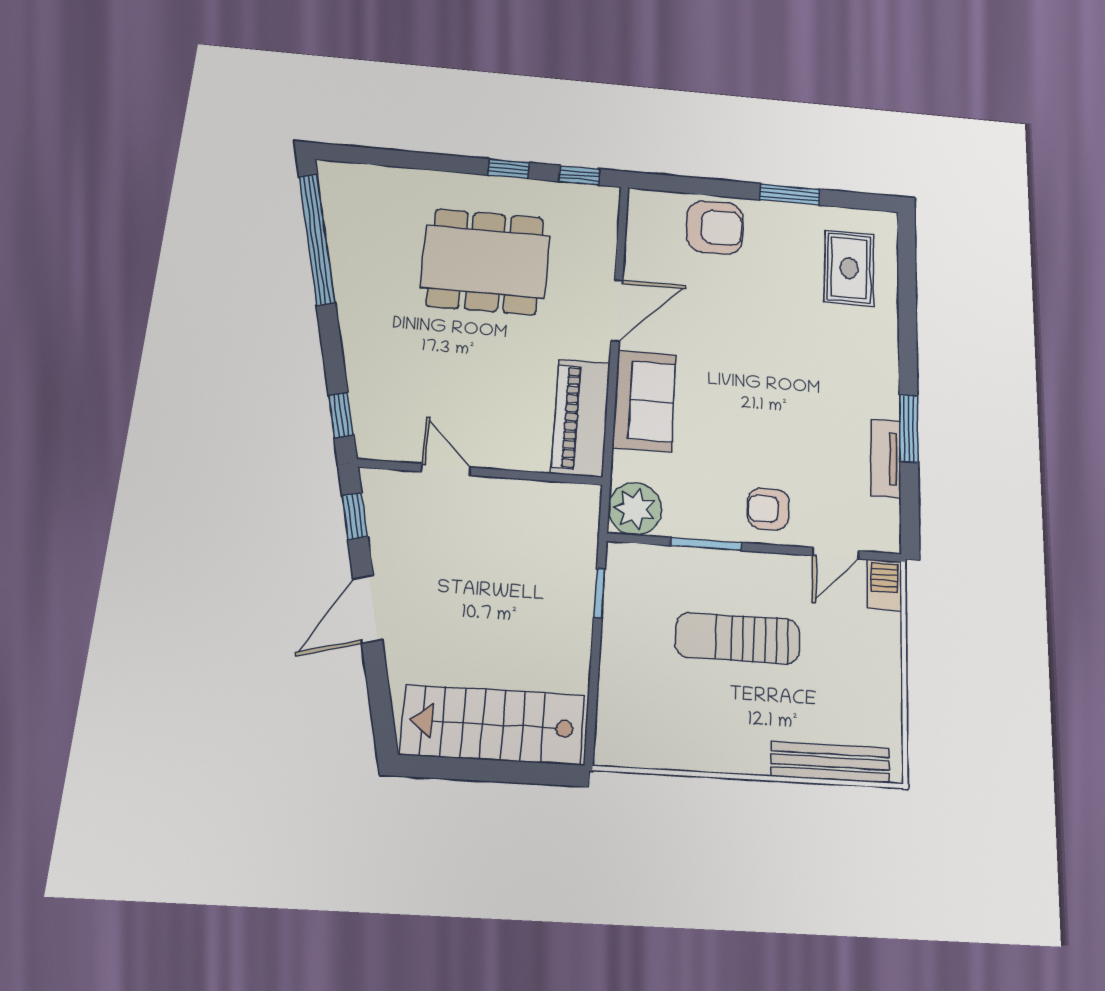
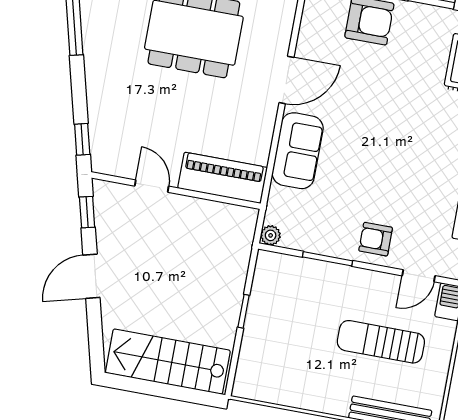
piano: (581, 418) -> (223, 178), moved, turned 90
plant: (635, 509) -> (271, 235), width x0.53, depth x0.53
window: (599, 593) -> (244, 311), moved
sun lounger: (738, 638) -> (381, 342), moved

